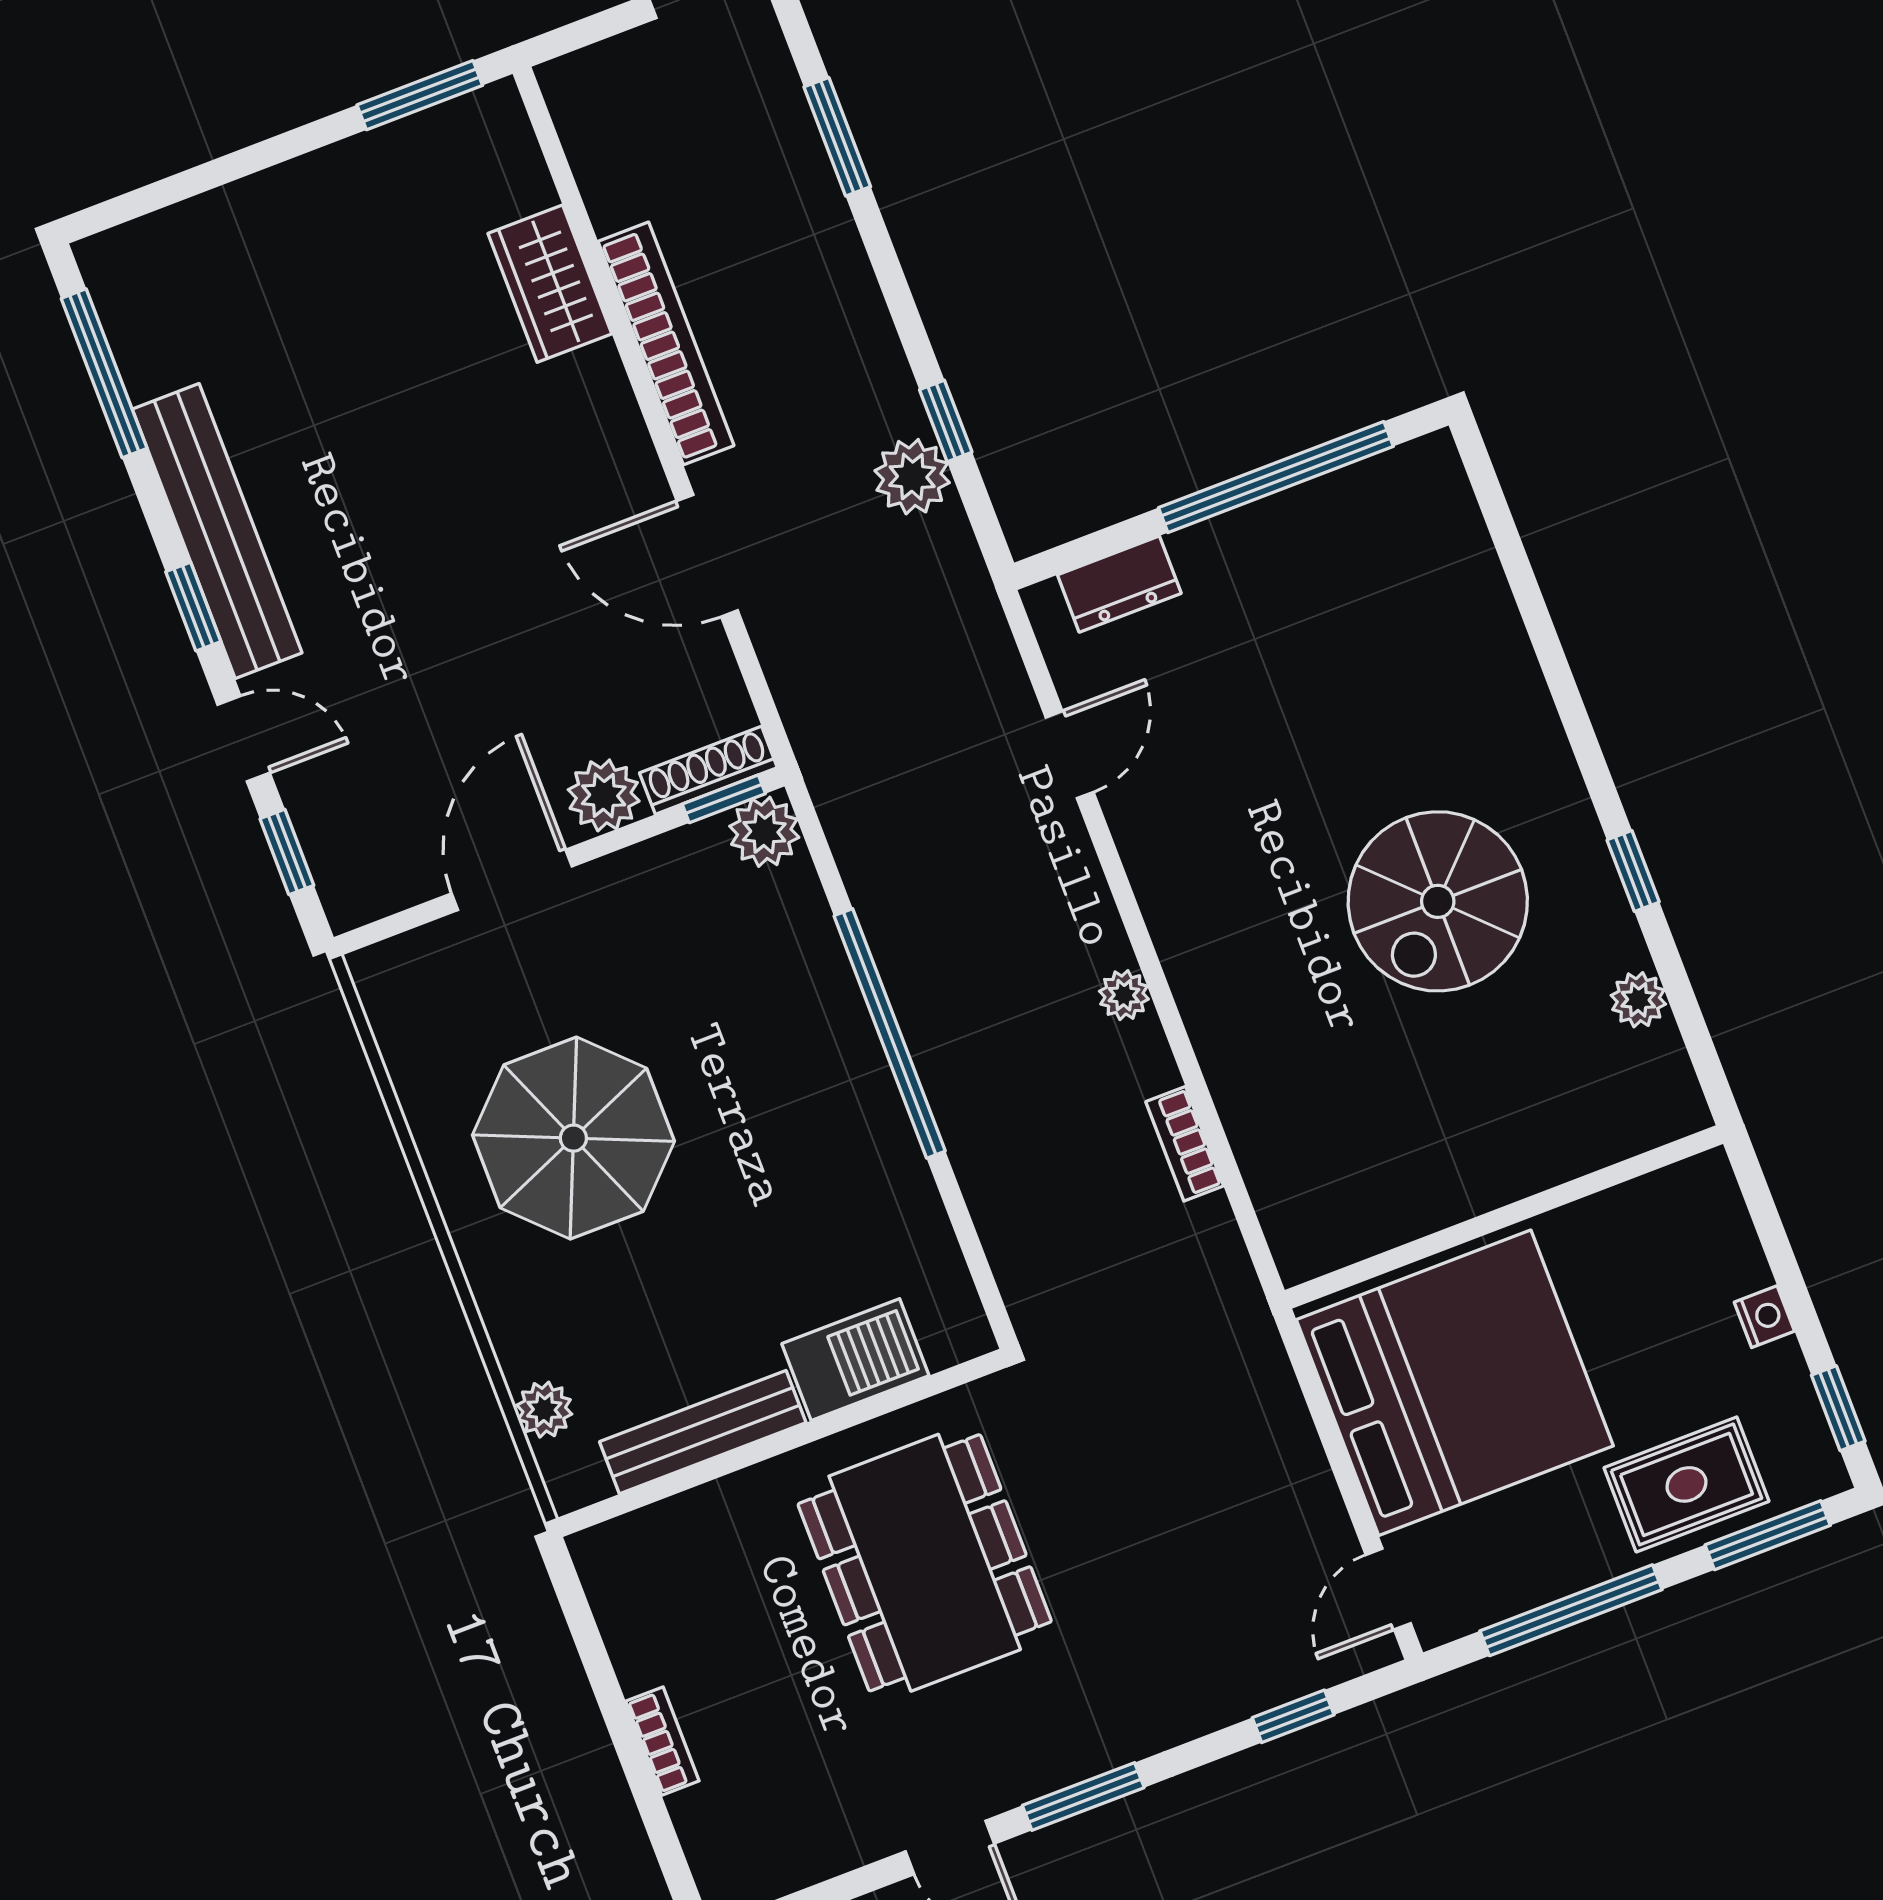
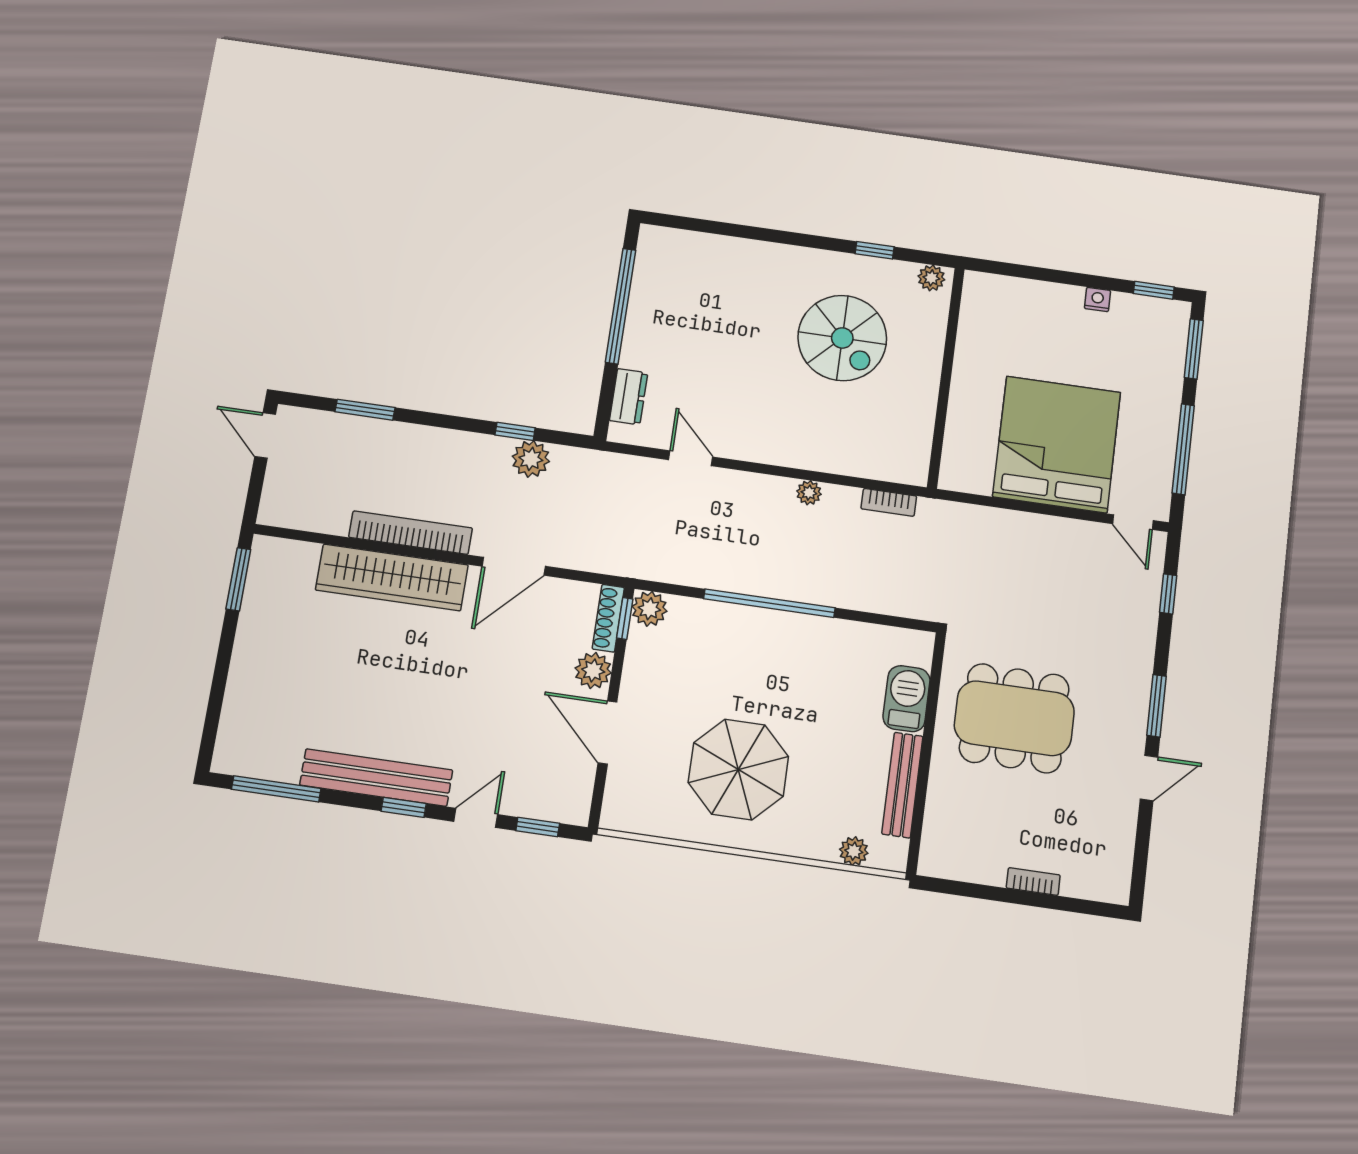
wardrobe: (550, 284) -> (392, 577), width x2.10, depth x1.17
wall: (1504, 1217) -> (946, 377), moved
rug: (1687, 1484) -> (1153, 371), removed

